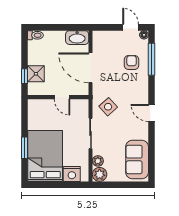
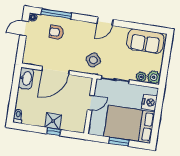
wall: (58, 97) -> (90, 106), moved
door: (62, 97) -> (91, 102), moved

